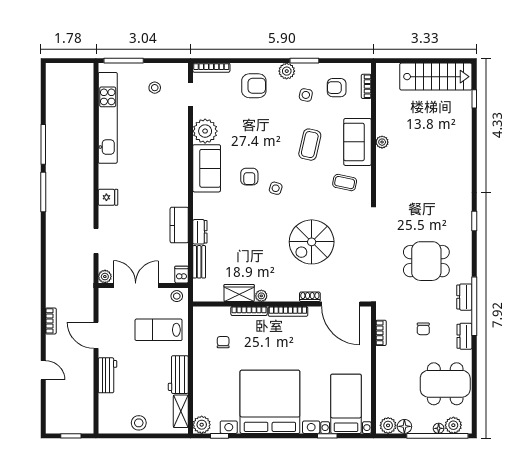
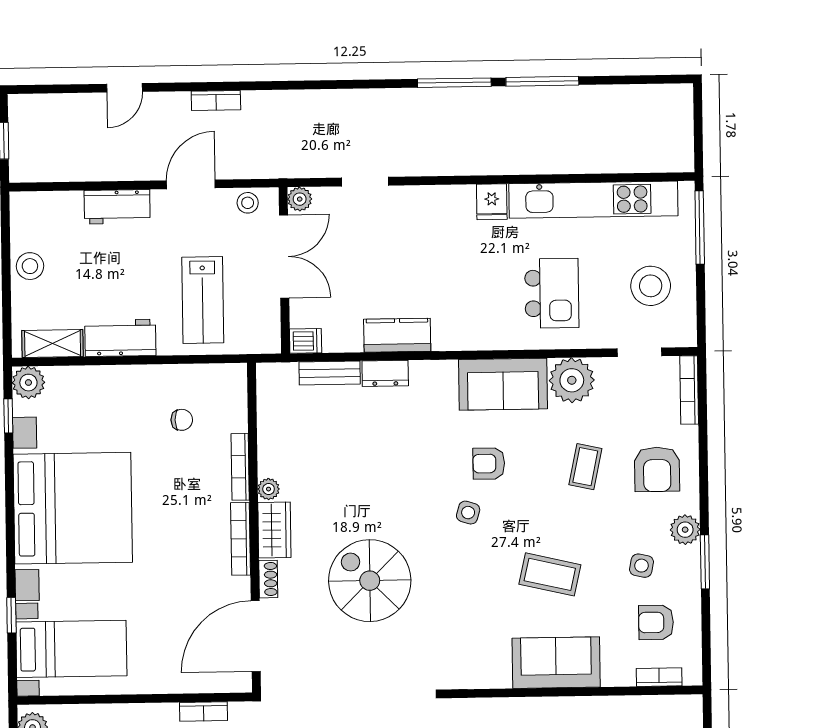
stool: (155, 88) -> (651, 286), width x1.89, depth x1.89
armchair: (337, 88) -> (656, 622), turned -90
kitchen island: (158, 141) -> (552, 293), added
plant: (382, 142) -> (557, 708), removed
coffee table: (345, 183) -> (585, 467), moved
fridge: (108, 197) -> (492, 202), moved
wardrobe: (239, 293) -> (274, 530), moved
stool: (177, 296) -> (248, 203), moved
lab bench: (159, 330) -> (203, 300), turned 180

